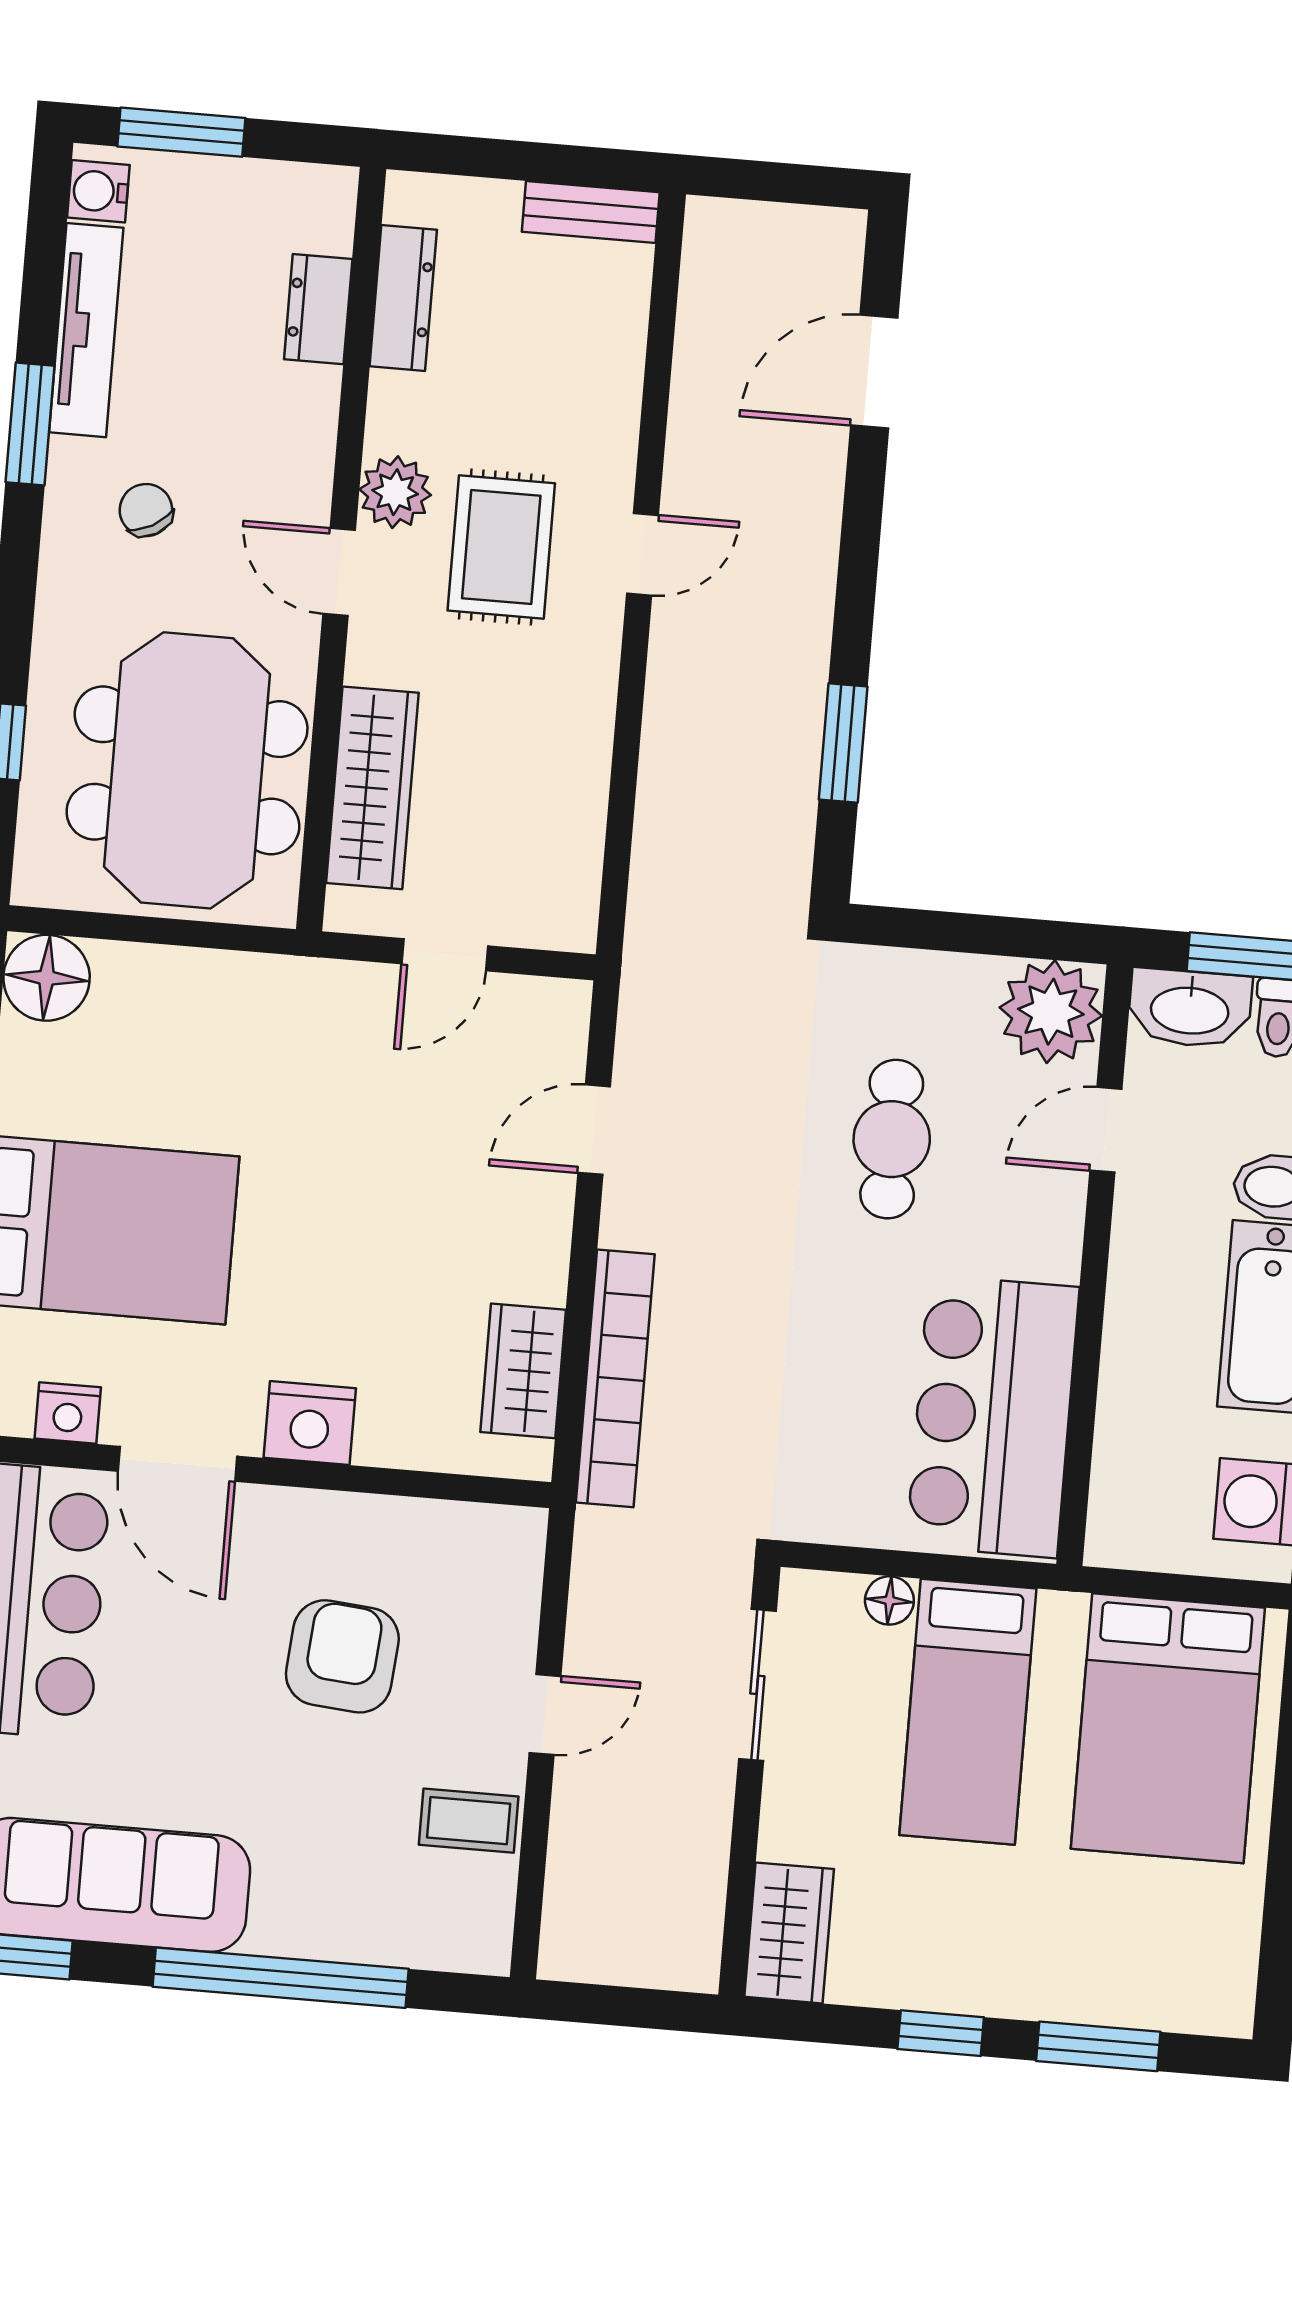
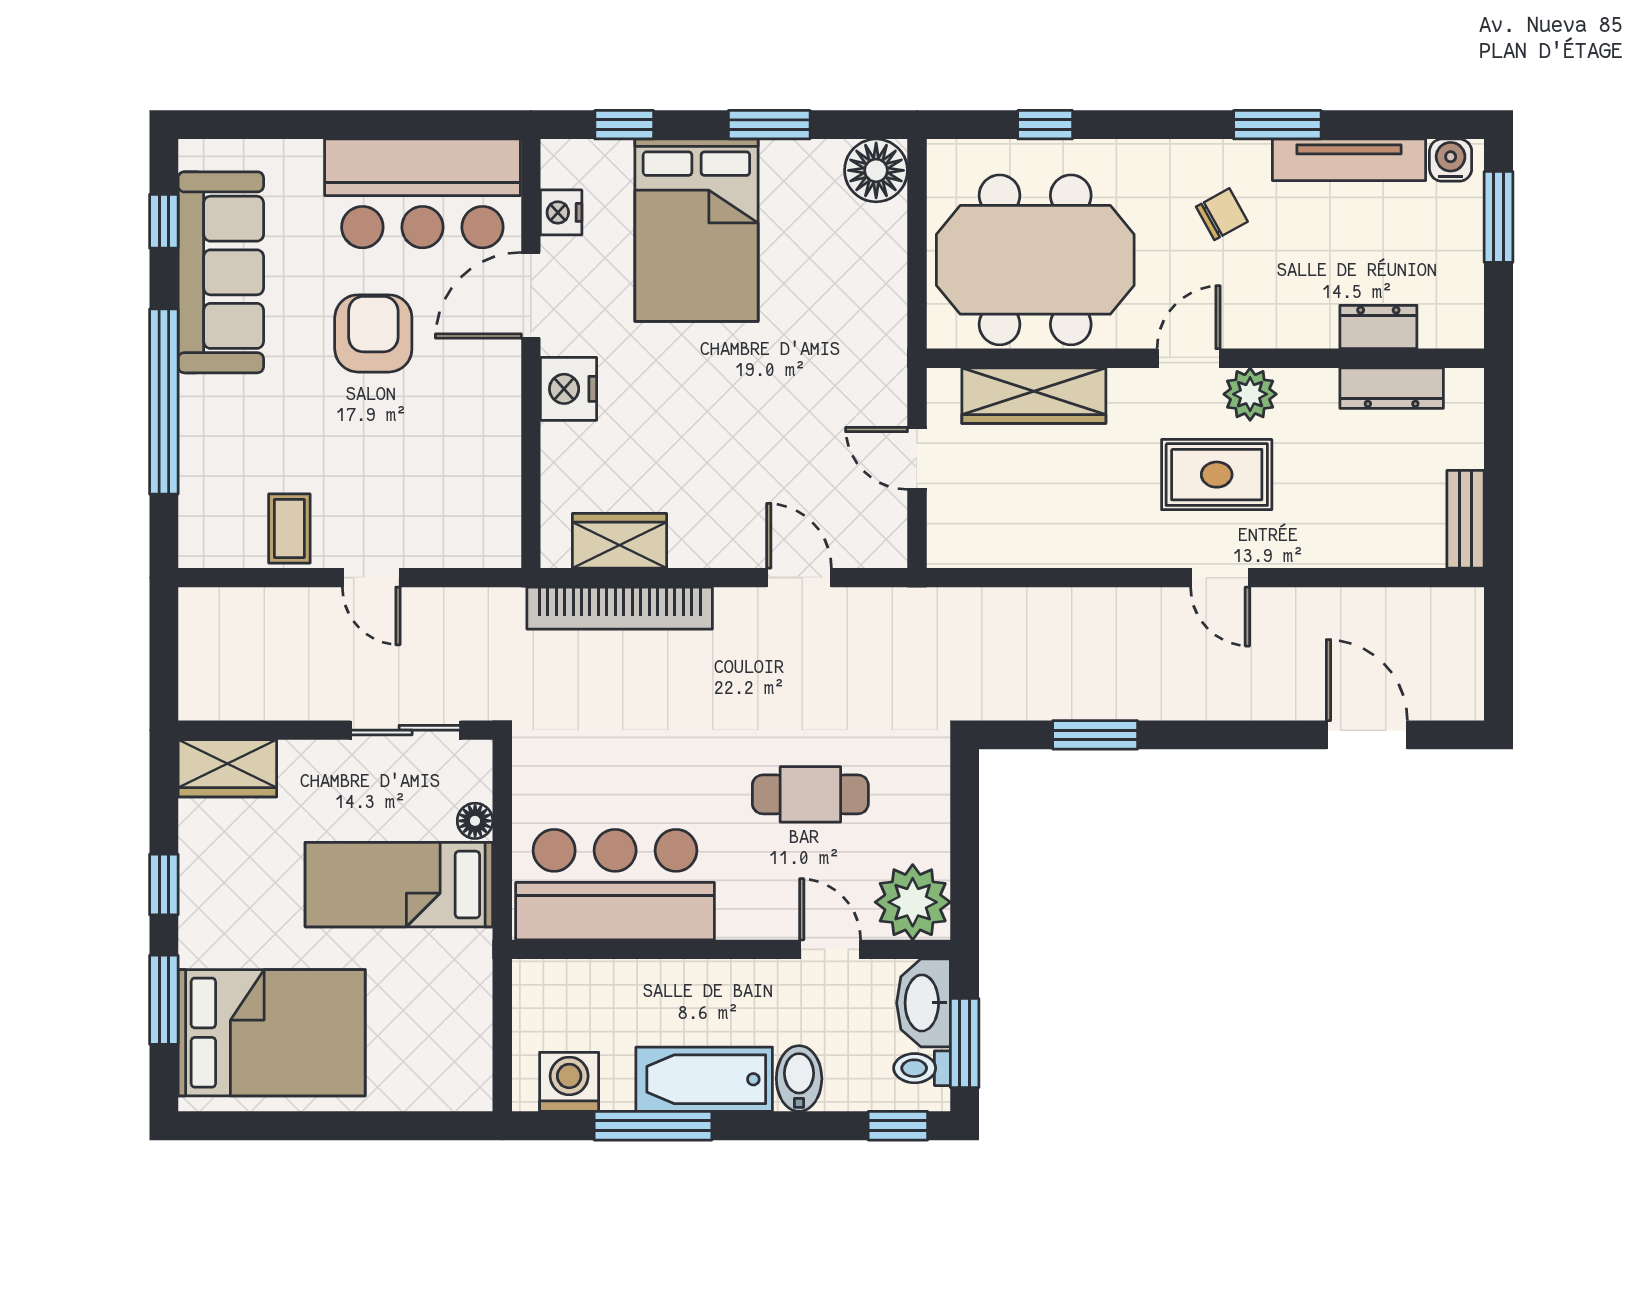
armchair: (342, 1656) -> (373, 333), moved, turned -95
bed: (1168, 1728) -> (272, 1033), moved, turned 180

